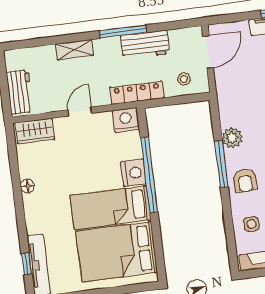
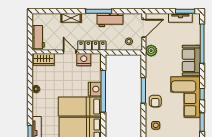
locker: (137, 93) -> (92, 46), moved
door: (80, 112) -> (70, 52), hinge flipped
nightstand: (126, 120) -> (84, 60), moved
plant: (232, 138) -> (151, 51), moved

